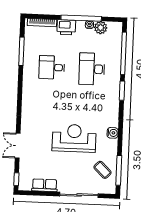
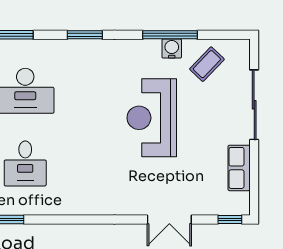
window: (122, 91) -> (85, 35), moved
water cooler: (113, 133) -> (172, 49), moved
window: (119, 170) -> (170, 35), moved

